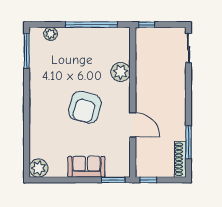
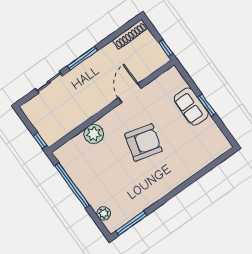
sliding door: (188, 48) -> (49, 82), moved
window: (188, 142) -> (82, 58), moved
plant: (38, 168) -> (220, 145), removed
window: (113, 180) -> (207, 105), moved

